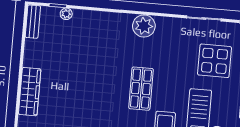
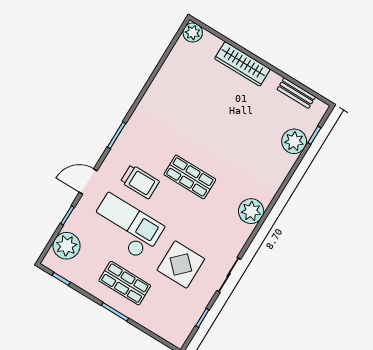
plant: (66, 14) -> (294, 141), width x1.88, depth x1.88
bench: (33, 22) -> (296, 93), moved

